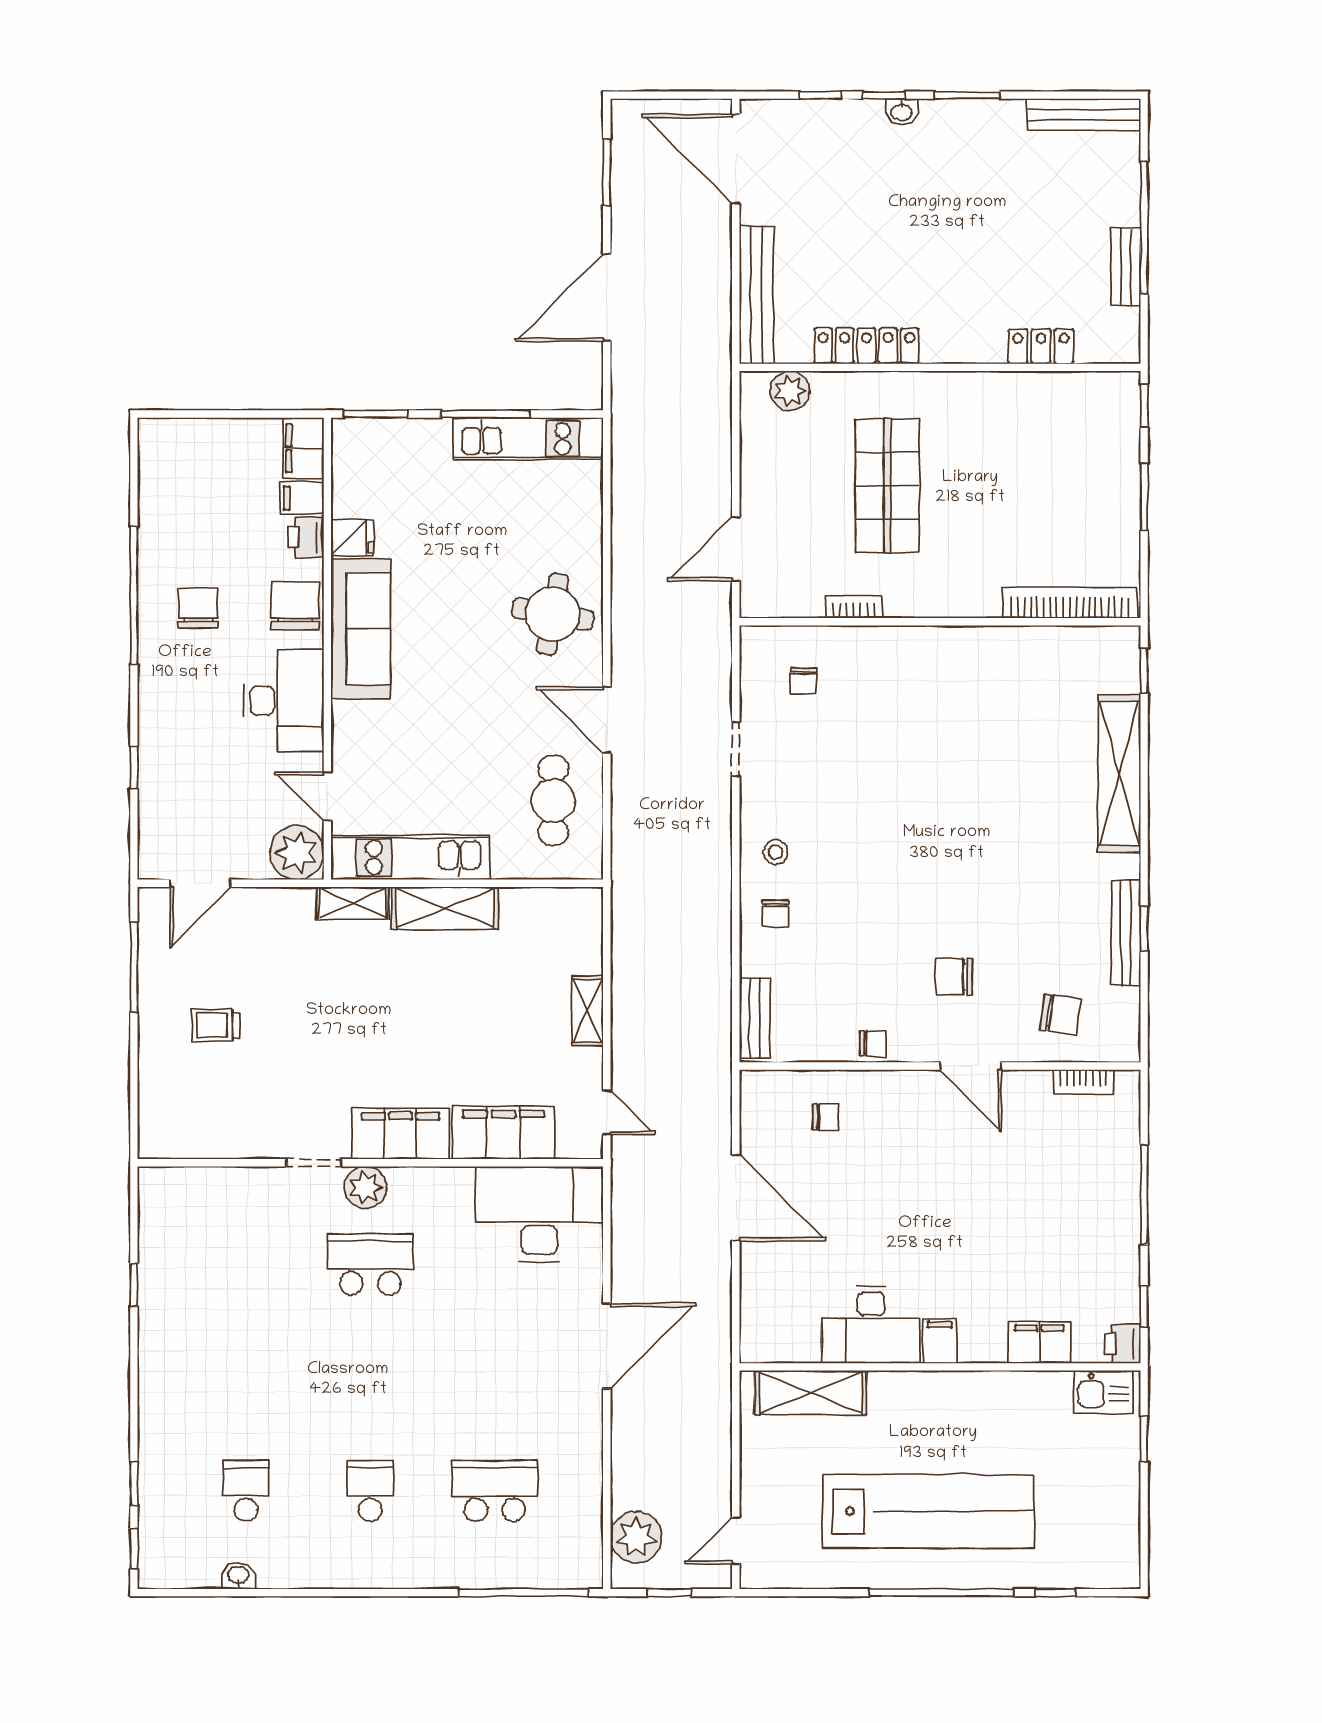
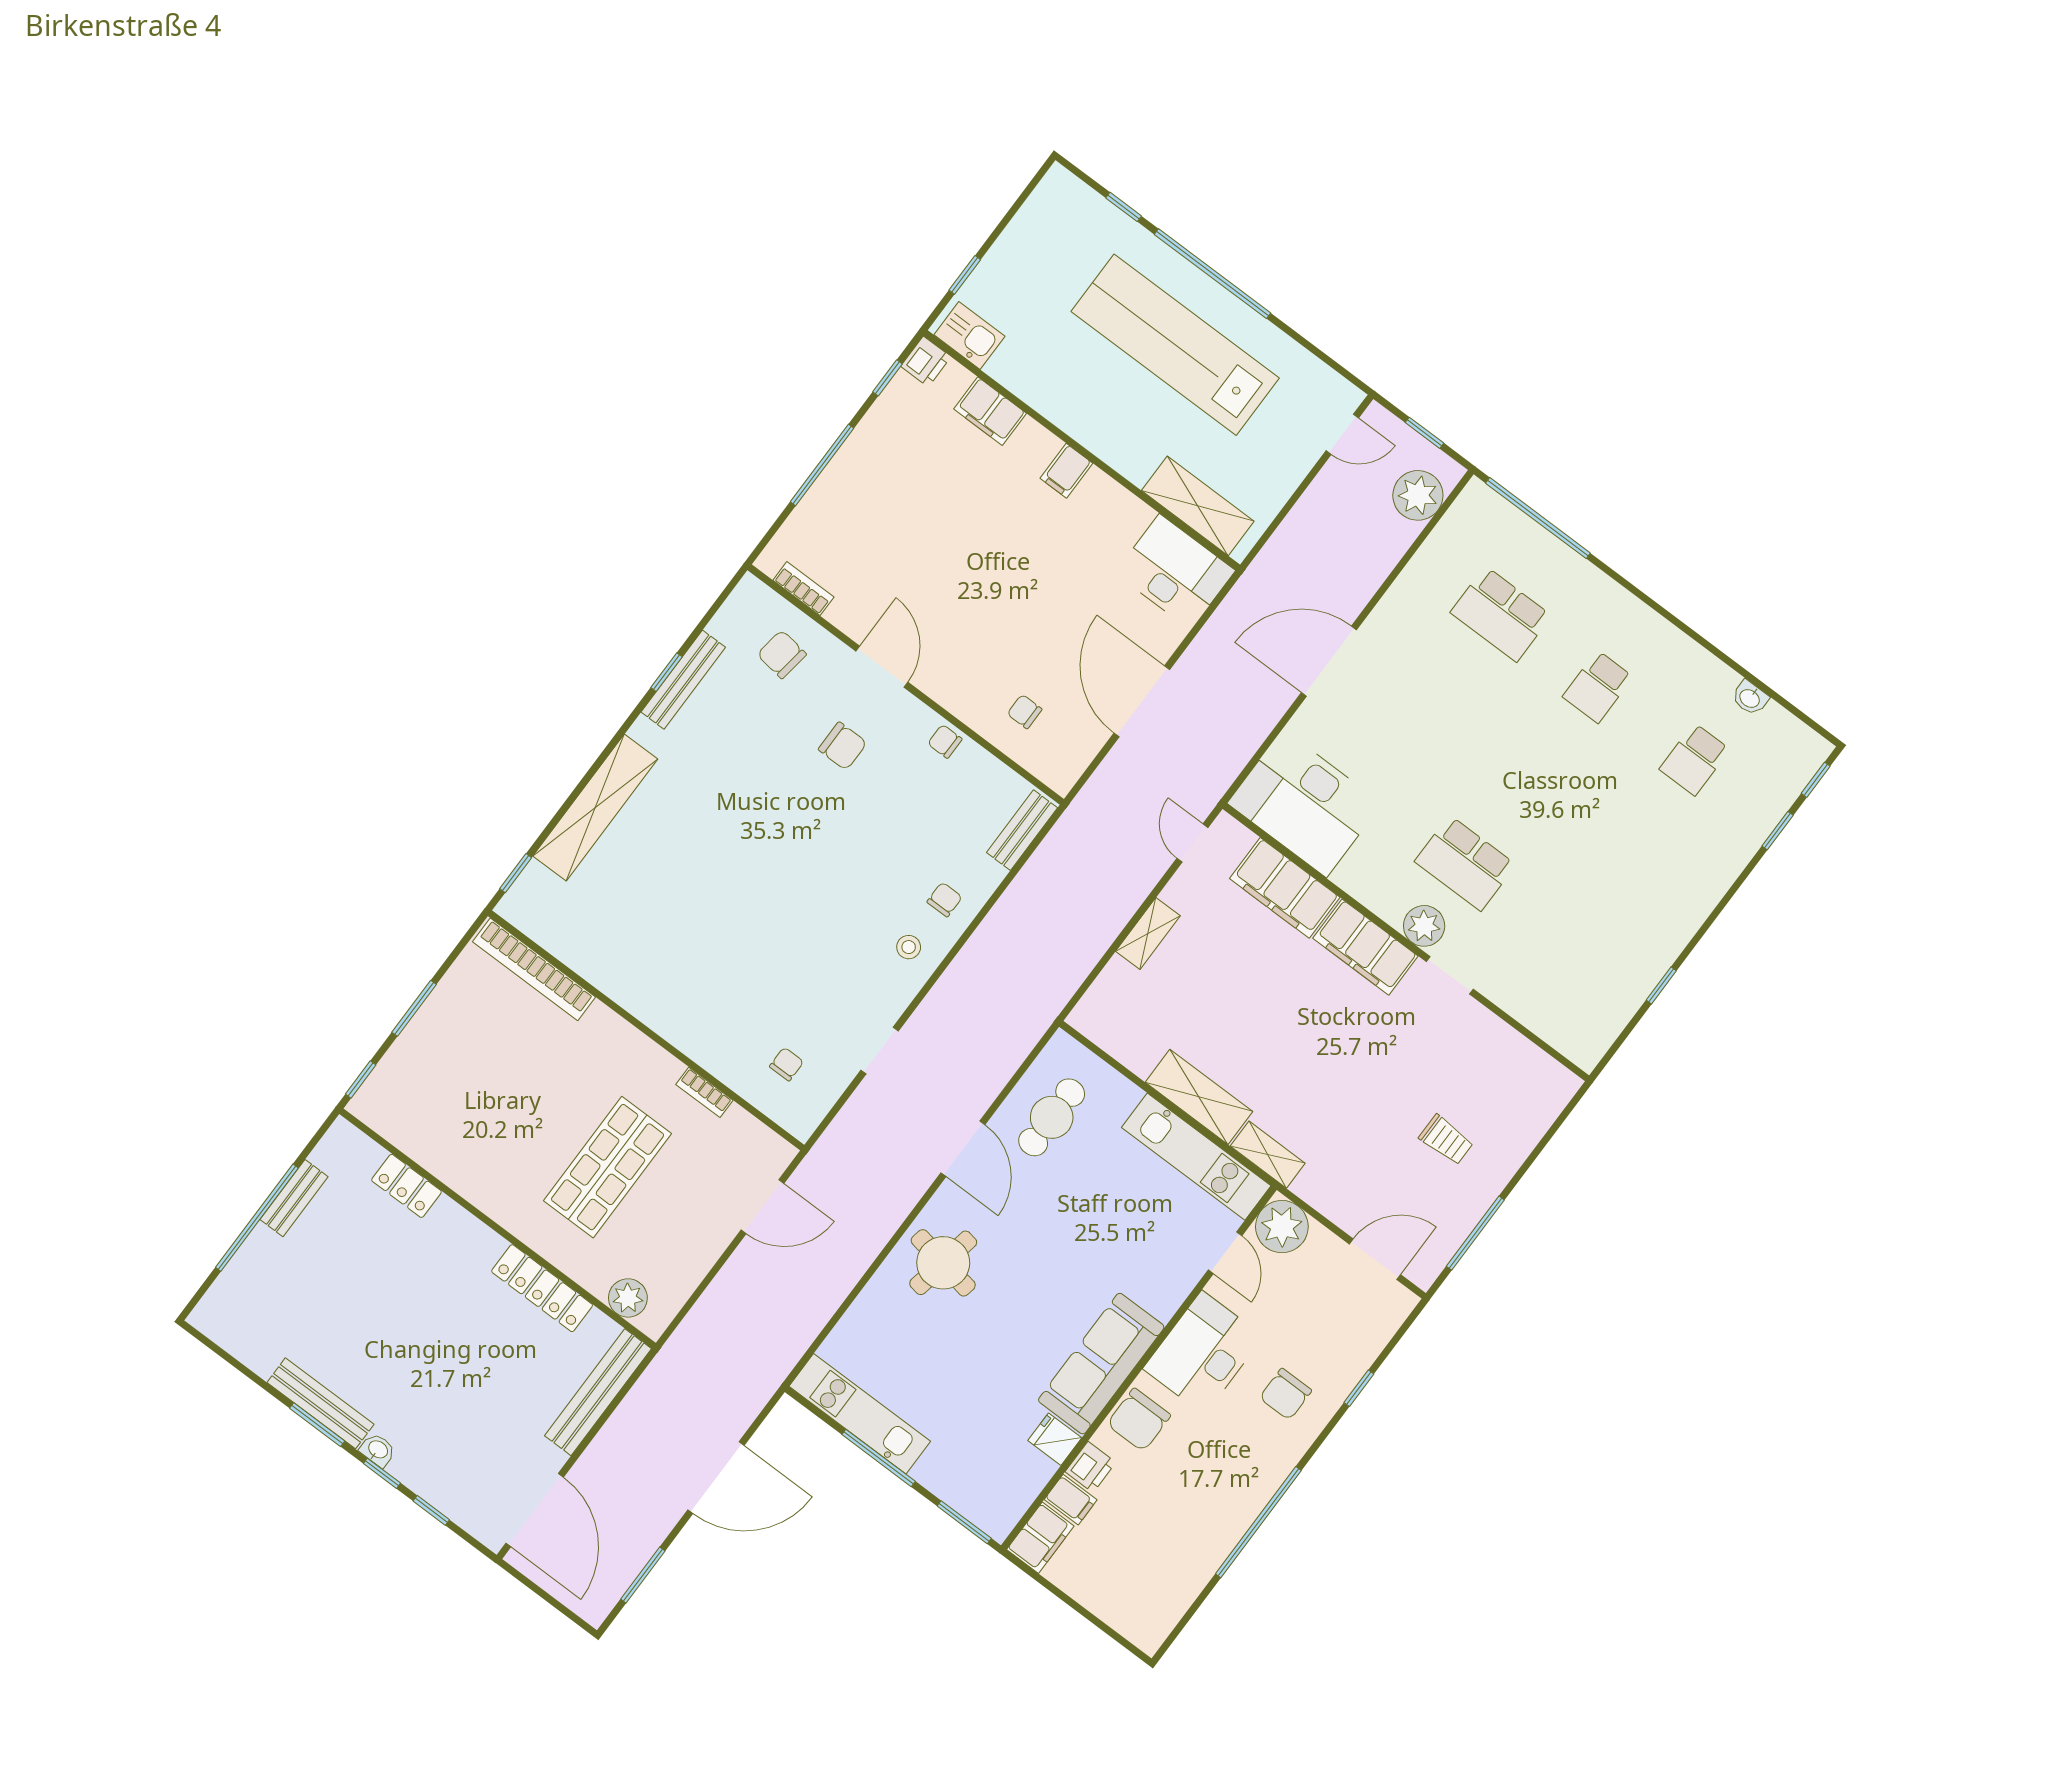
bench: (1084, 115) -> (320, 1403), moved
chair: (198, 608) -> (1286, 1394), moved
desk: (871, 1325) -> (1175, 572), moved

